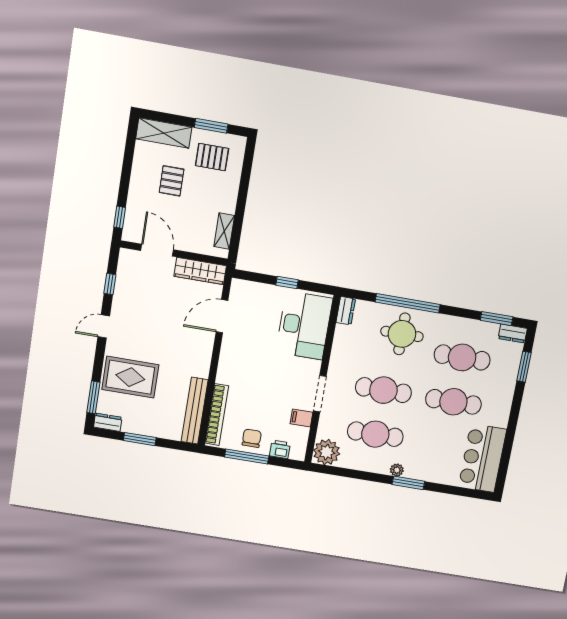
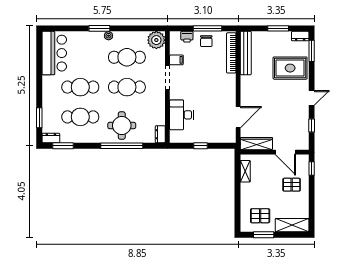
pallet: (172, 181) -> (292, 185), moved, turned 90
desk: (304, 325) -> (182, 115), width x0.73, depth x0.77

